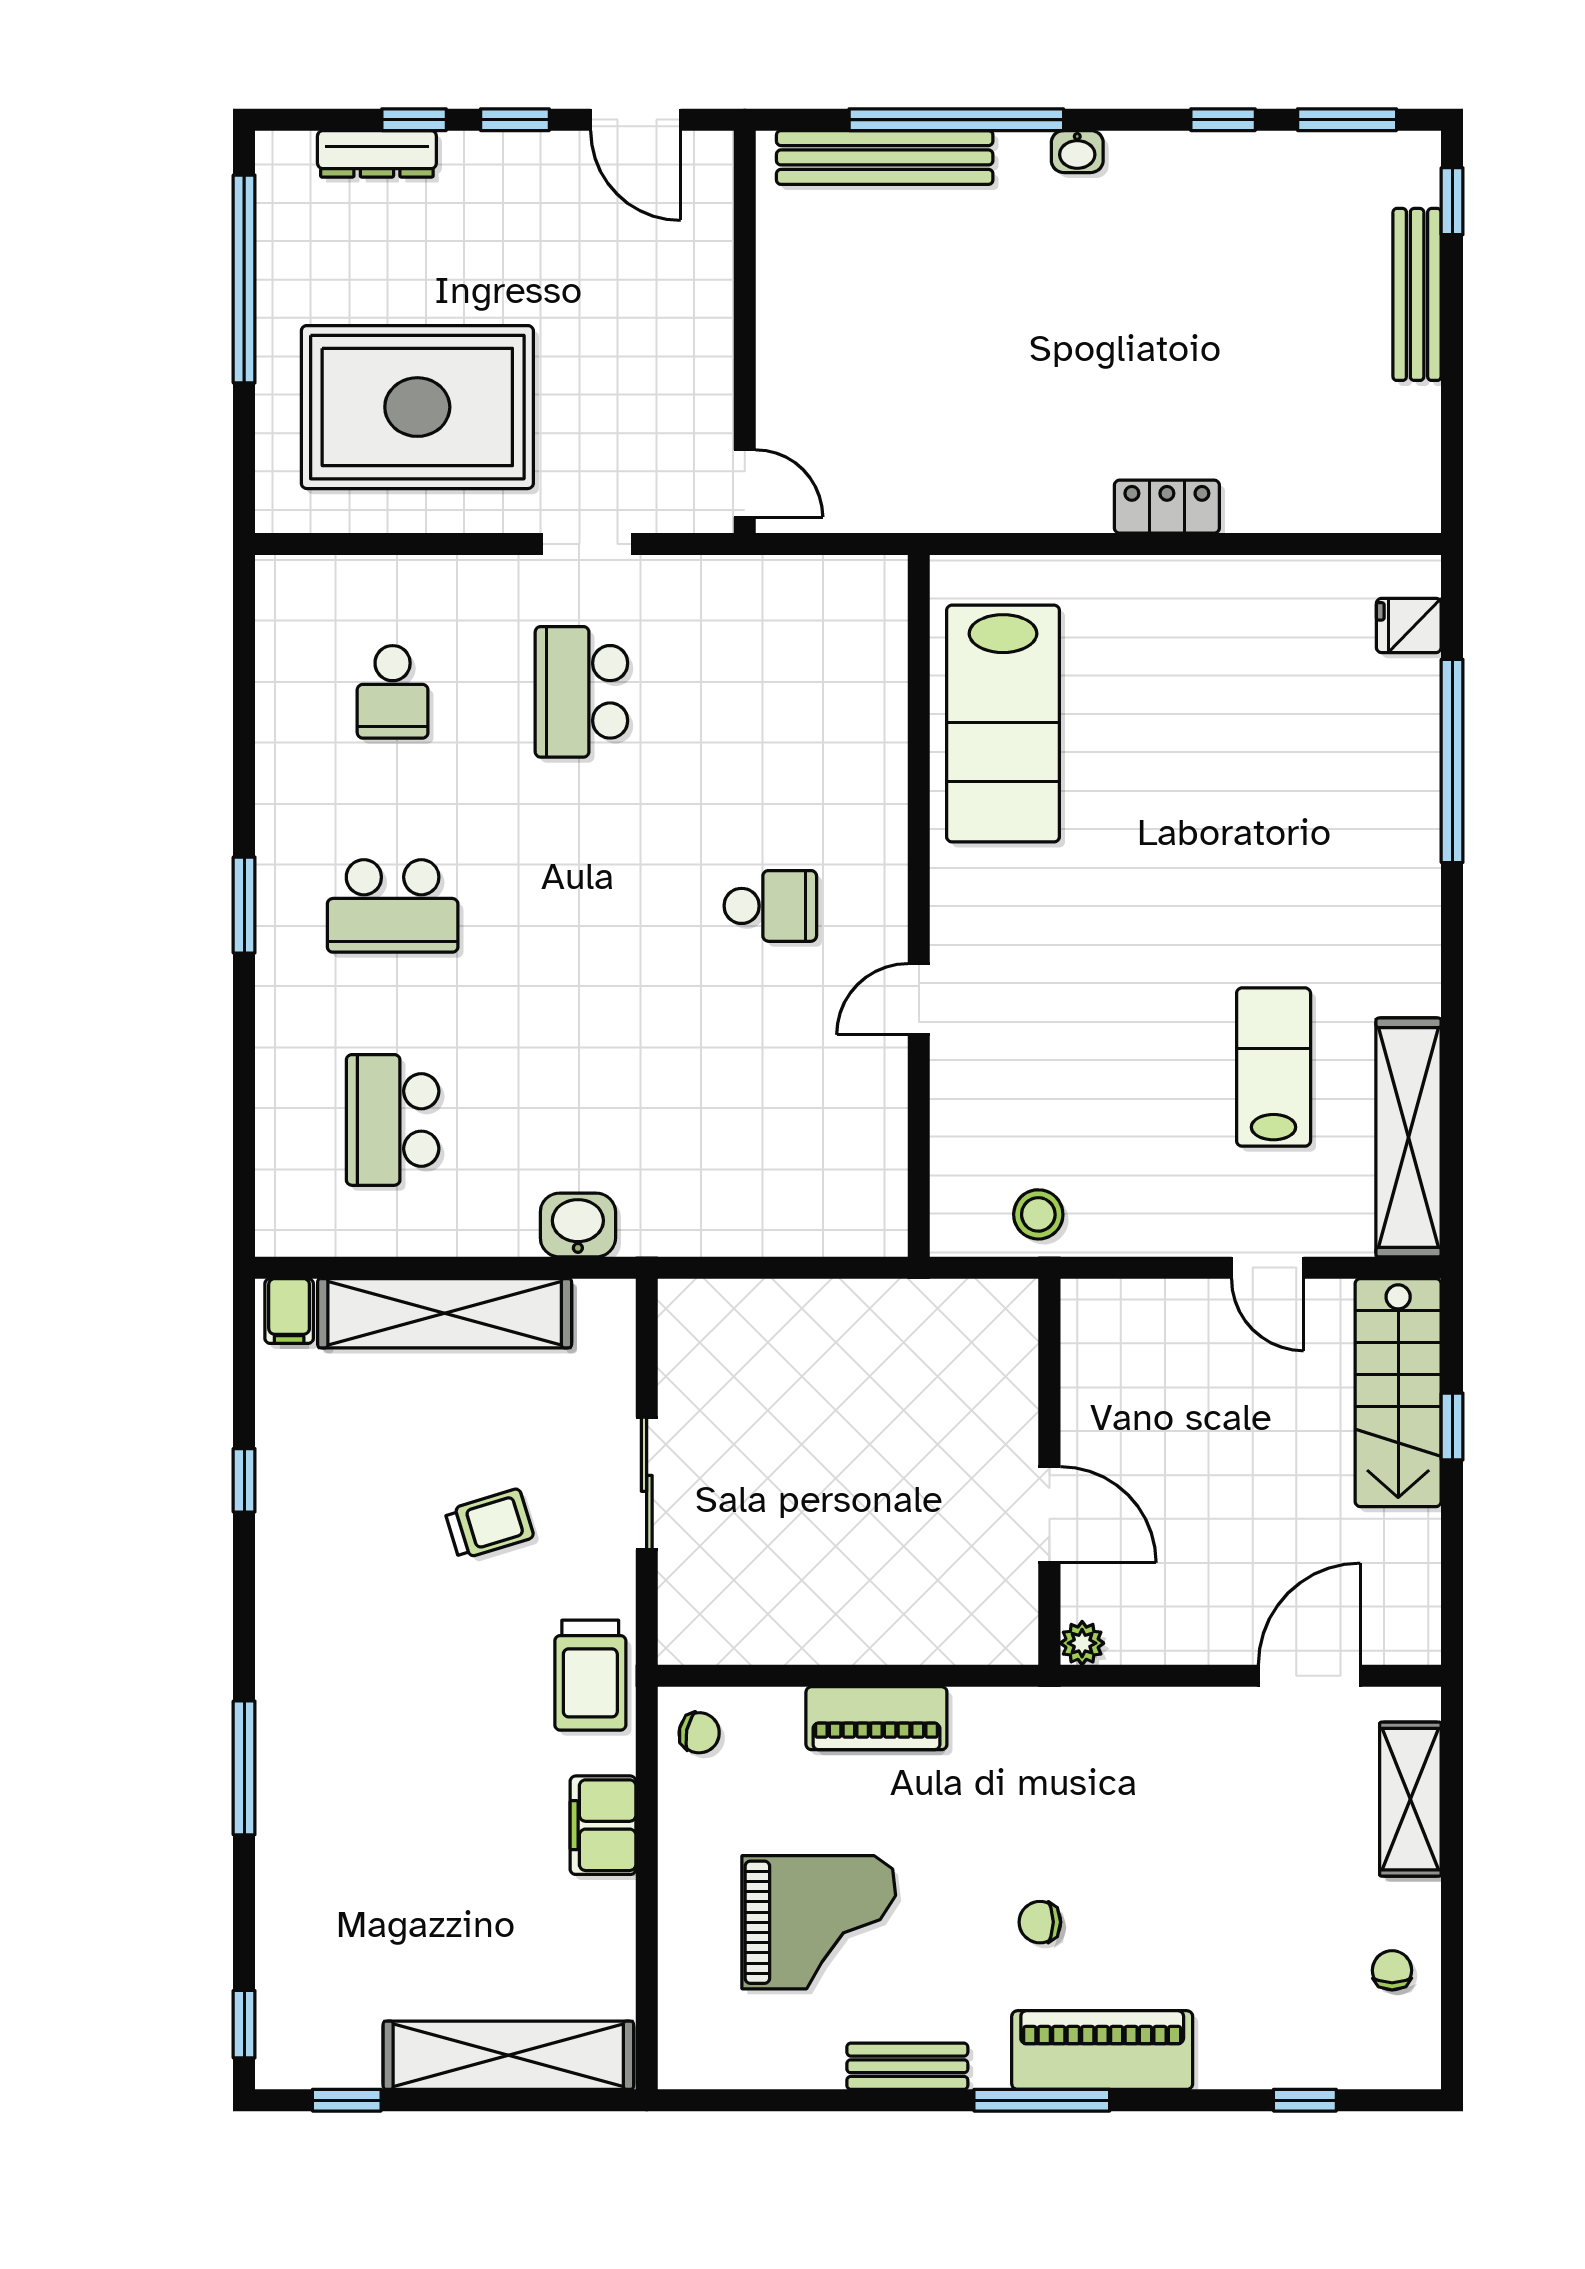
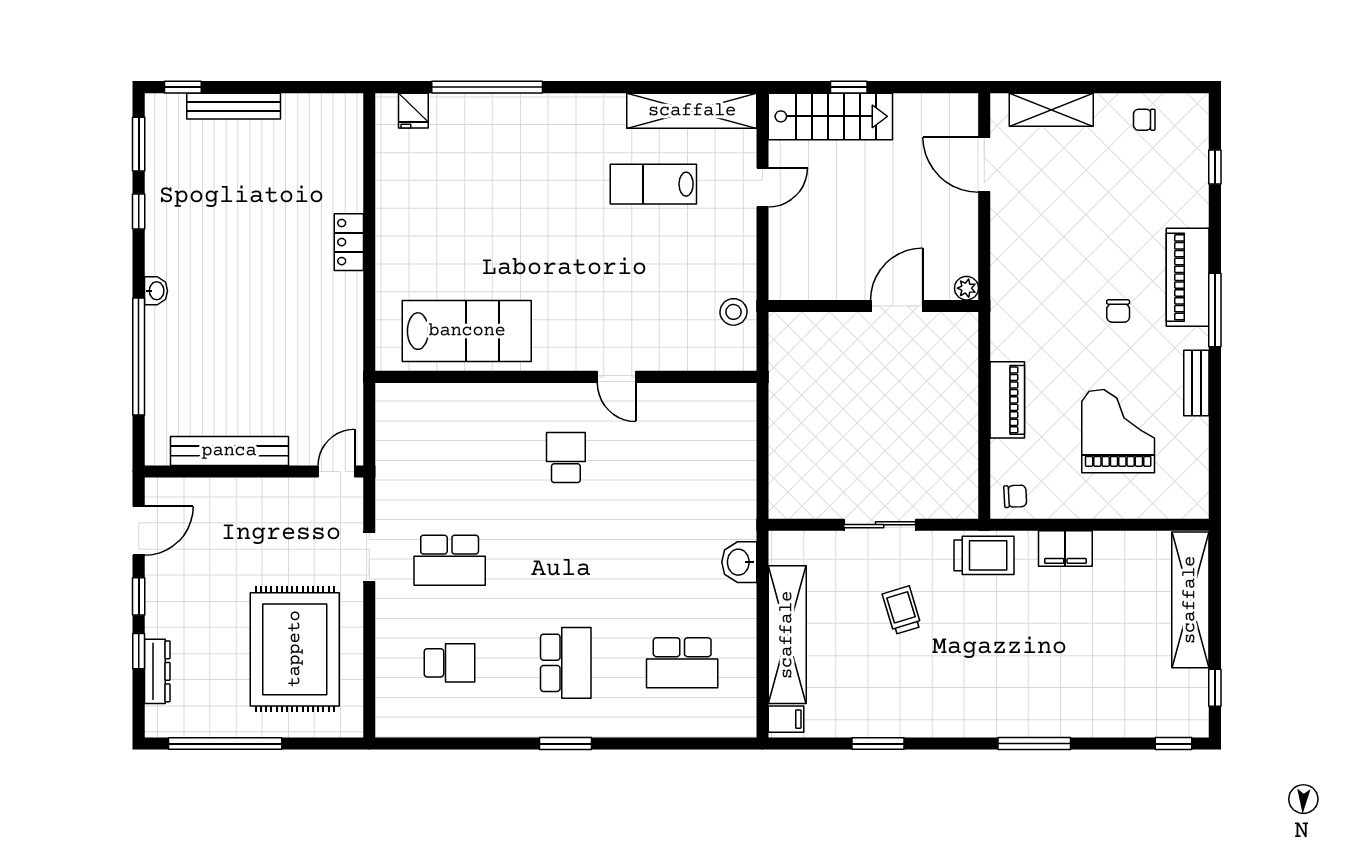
bench: (885, 157) -> (229, 451), moved, turned 90
window: (244, 1480) -> (878, 744), width x1.50
chair: (699, 1733) -> (1015, 496), turned 75

